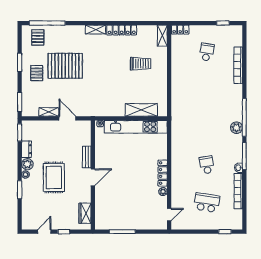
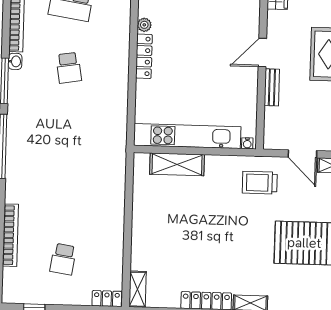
trolley: (141, 64) -> (260, 183), moved
plant: (236, 128) -> (16, 129), removed

